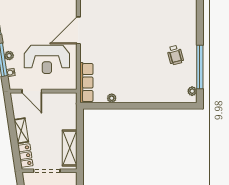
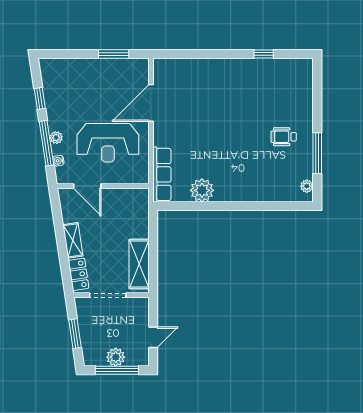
wheelchair: (175, 55) -> (284, 137), turned 105
window: (200, 67) -> (317, 153), width x0.68
plant: (112, 98) -> (202, 190), width x1.88, depth x1.88

